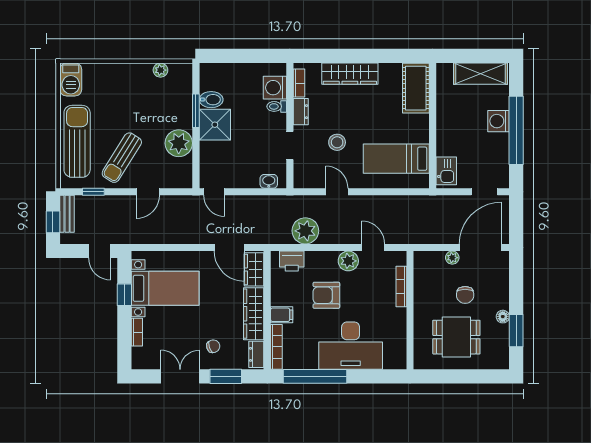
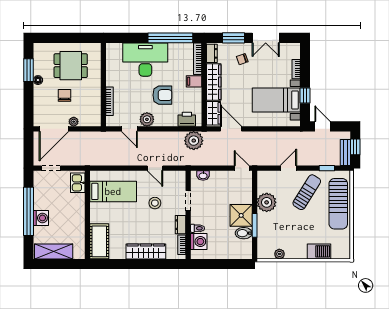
barbecue: (71, 79) -> (319, 251), moved, turned 90
plant: (305, 231) -> (194, 141), moved

